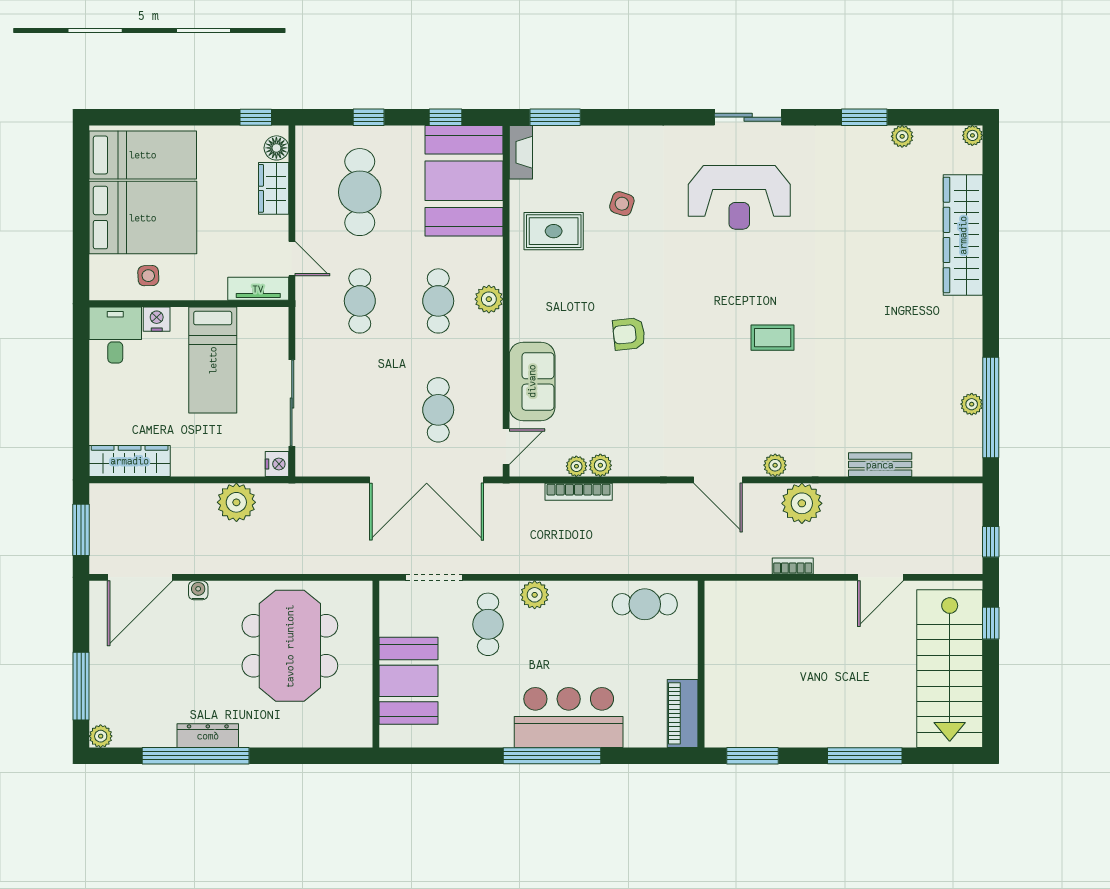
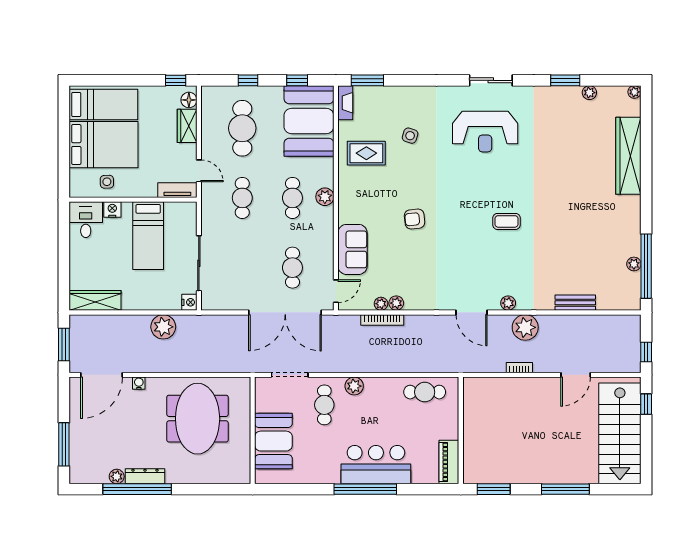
plant: (101, 736) -> (117, 476), moved

